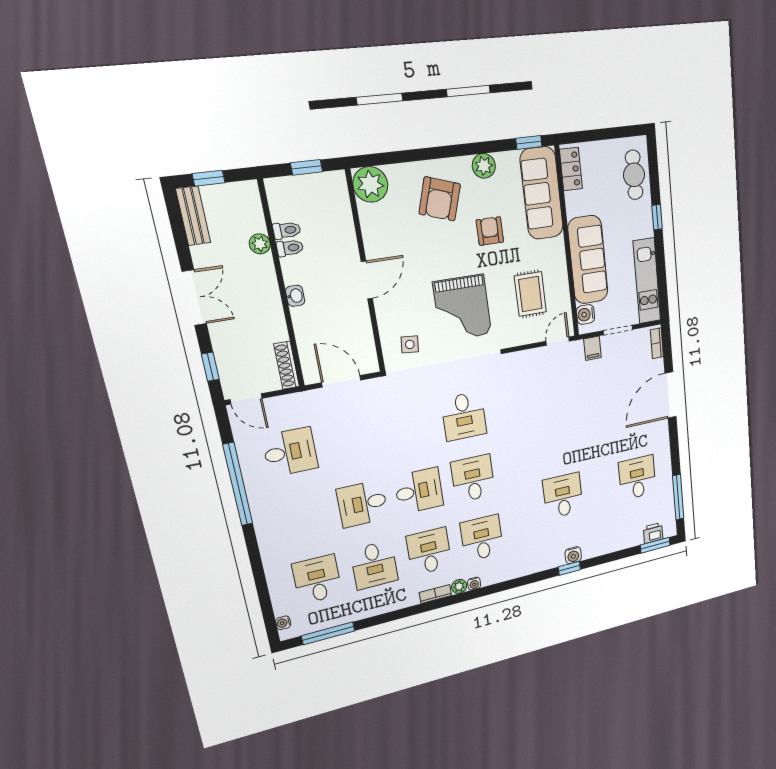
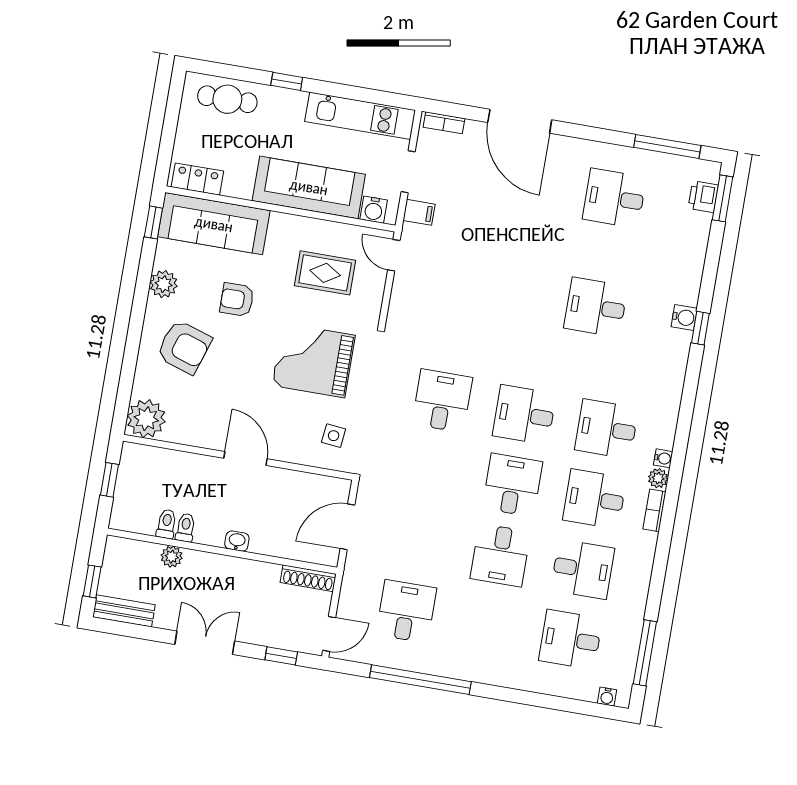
grand piano: (462, 308) -> (314, 360), turned 180
desk: (464, 416) -> (442, 401), turned -90

